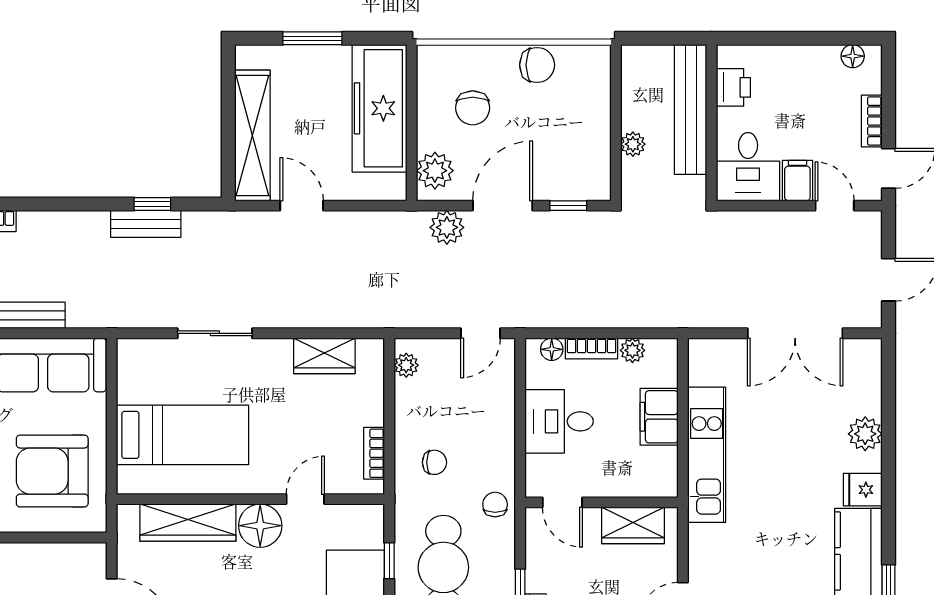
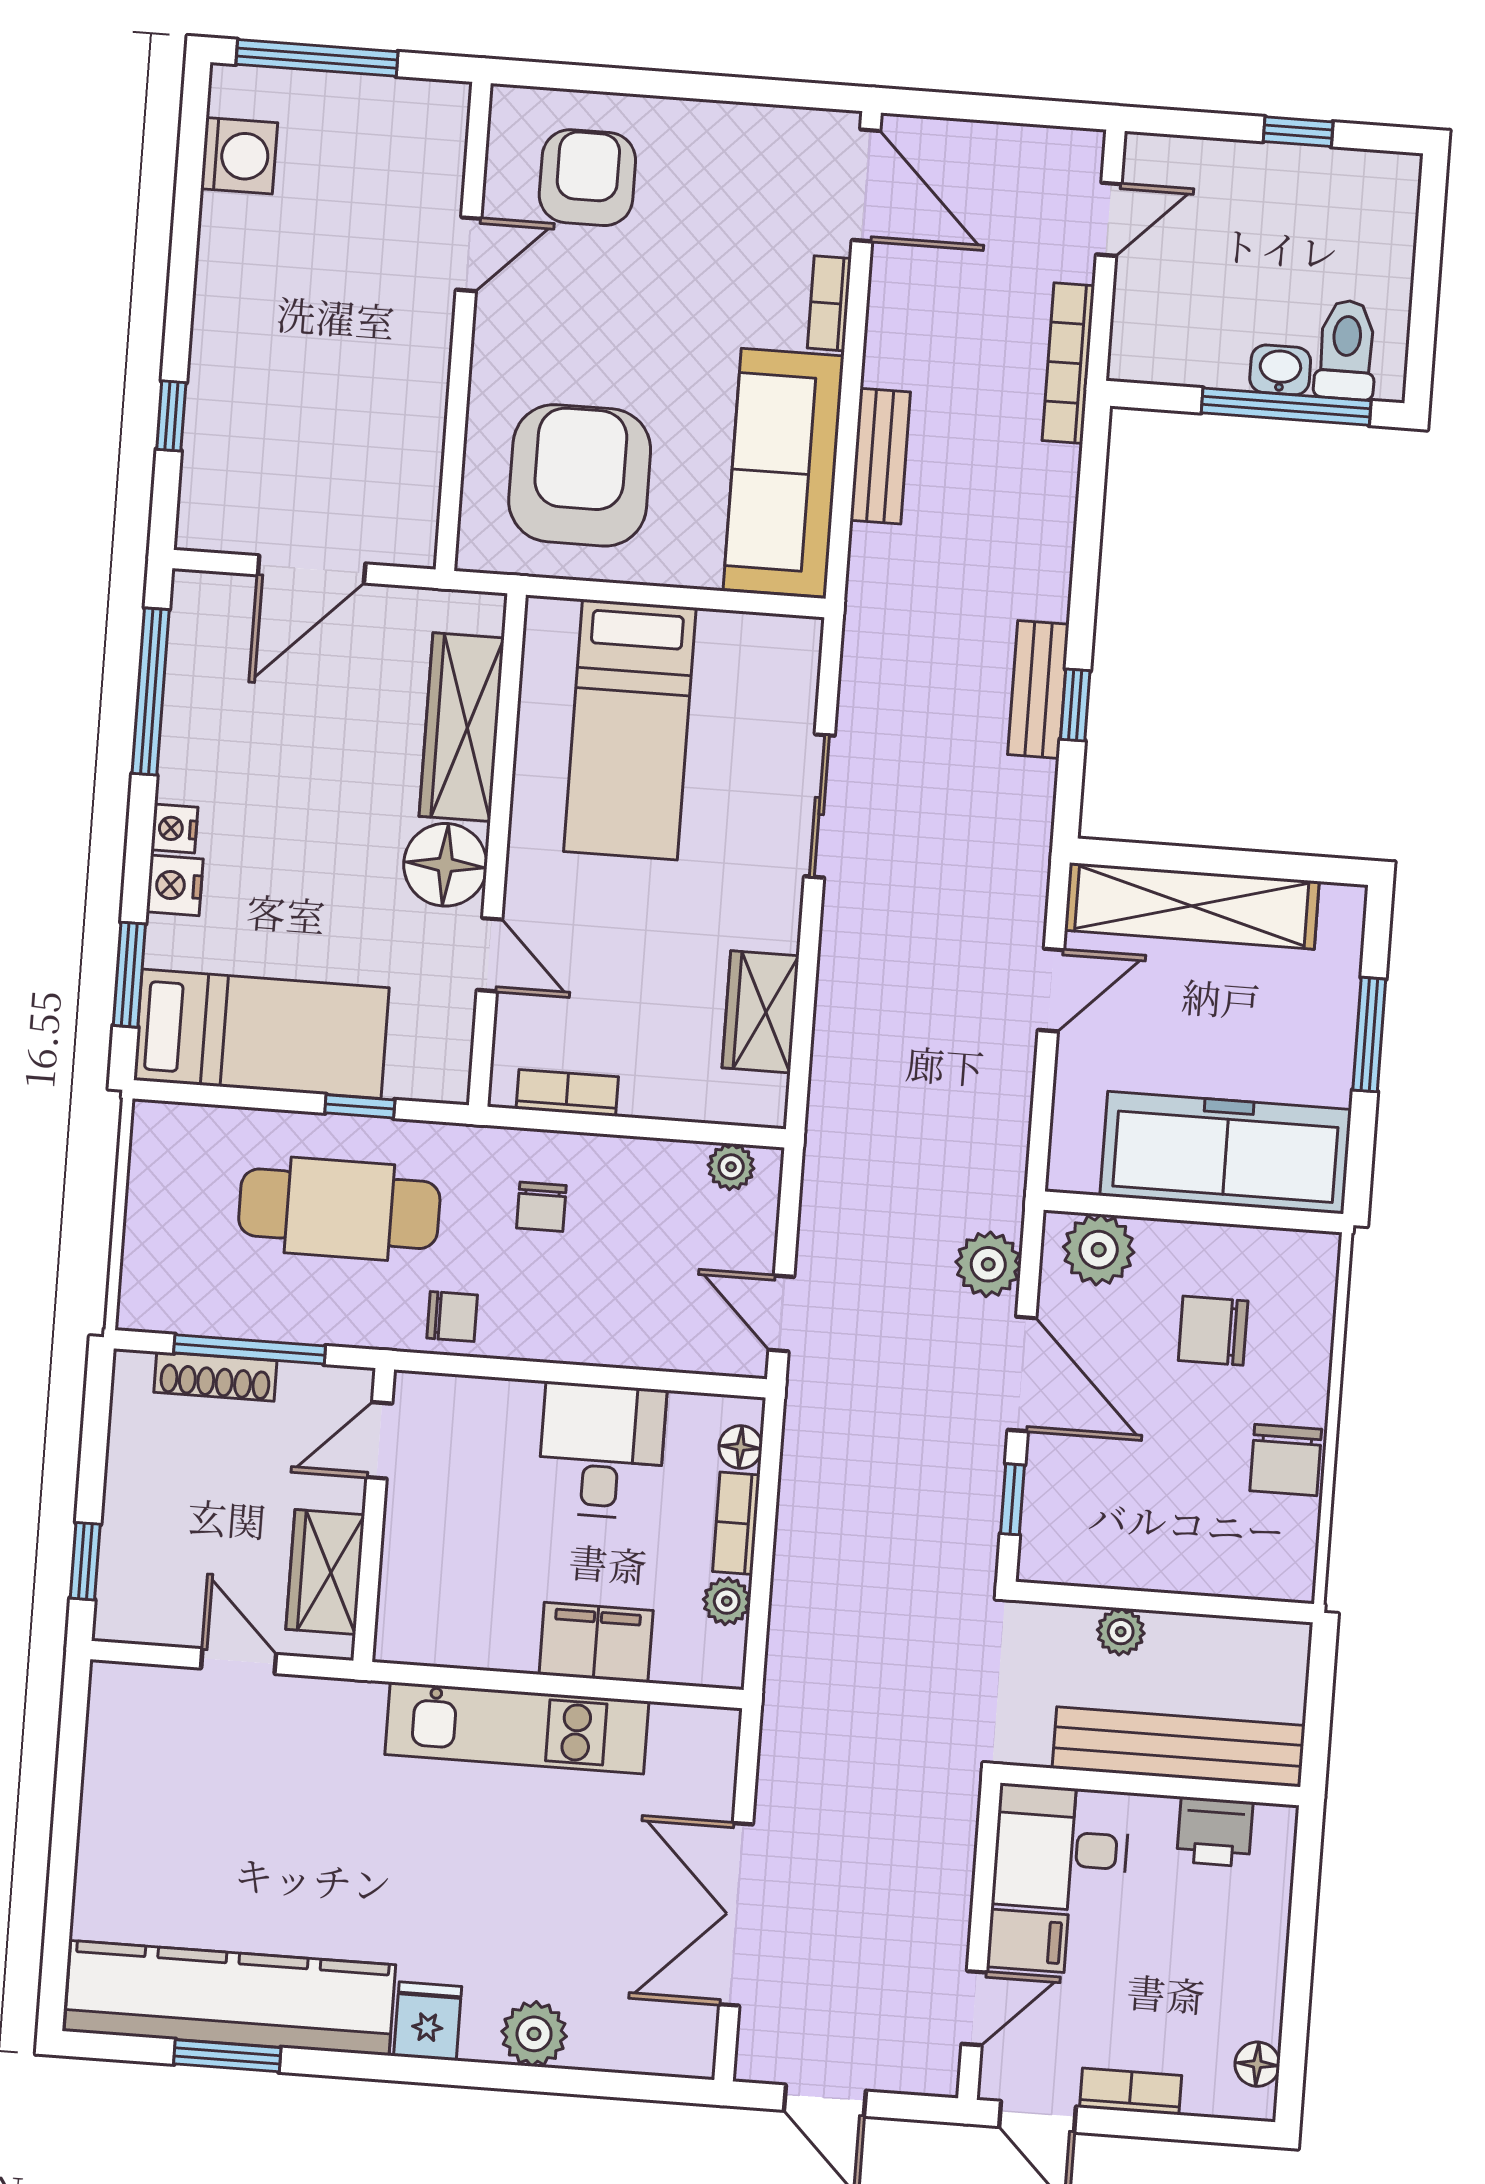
door: (562, 502) -> (379, 1440), moved
wall: (601, 502) -> (374, 1515), moved
wardrobe: (633, 525) -> (325, 1572), moved

